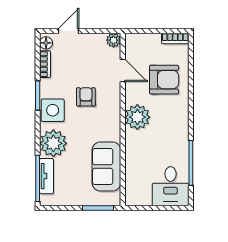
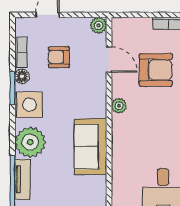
floor lamp: (46, 43) -> (22, 76), moved
armchair: (86, 97) -> (59, 57), moved, turned -90
plant: (137, 117) -> (119, 106), width x0.53, depth x0.53
sofa: (106, 166) -> (90, 147), moved

